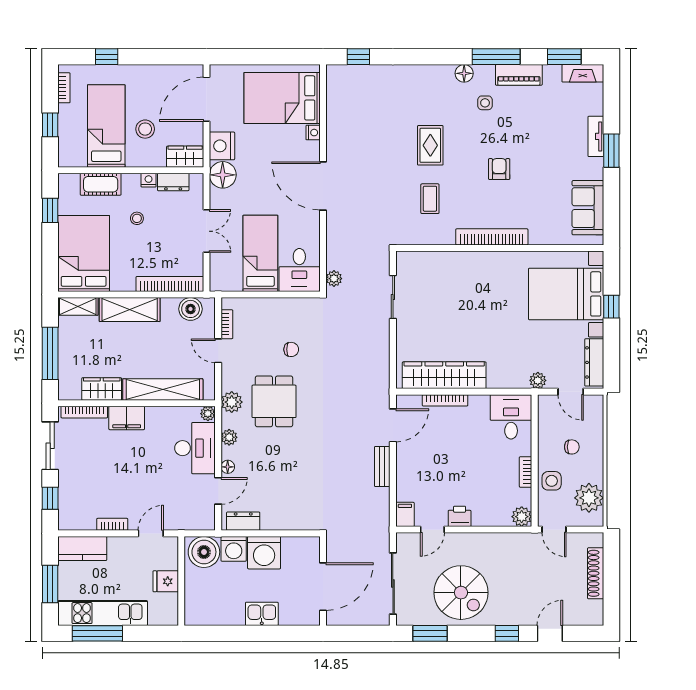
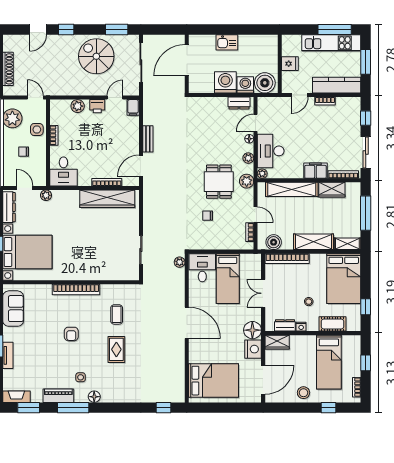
stool: (145, 129) -> (303, 393), moved
nightstand: (313, 133) -> (193, 358), removed
plant: (522, 517) -> (78, 106), moved
kitchen counter: (82, 548) -> (337, 85), width x1.50

